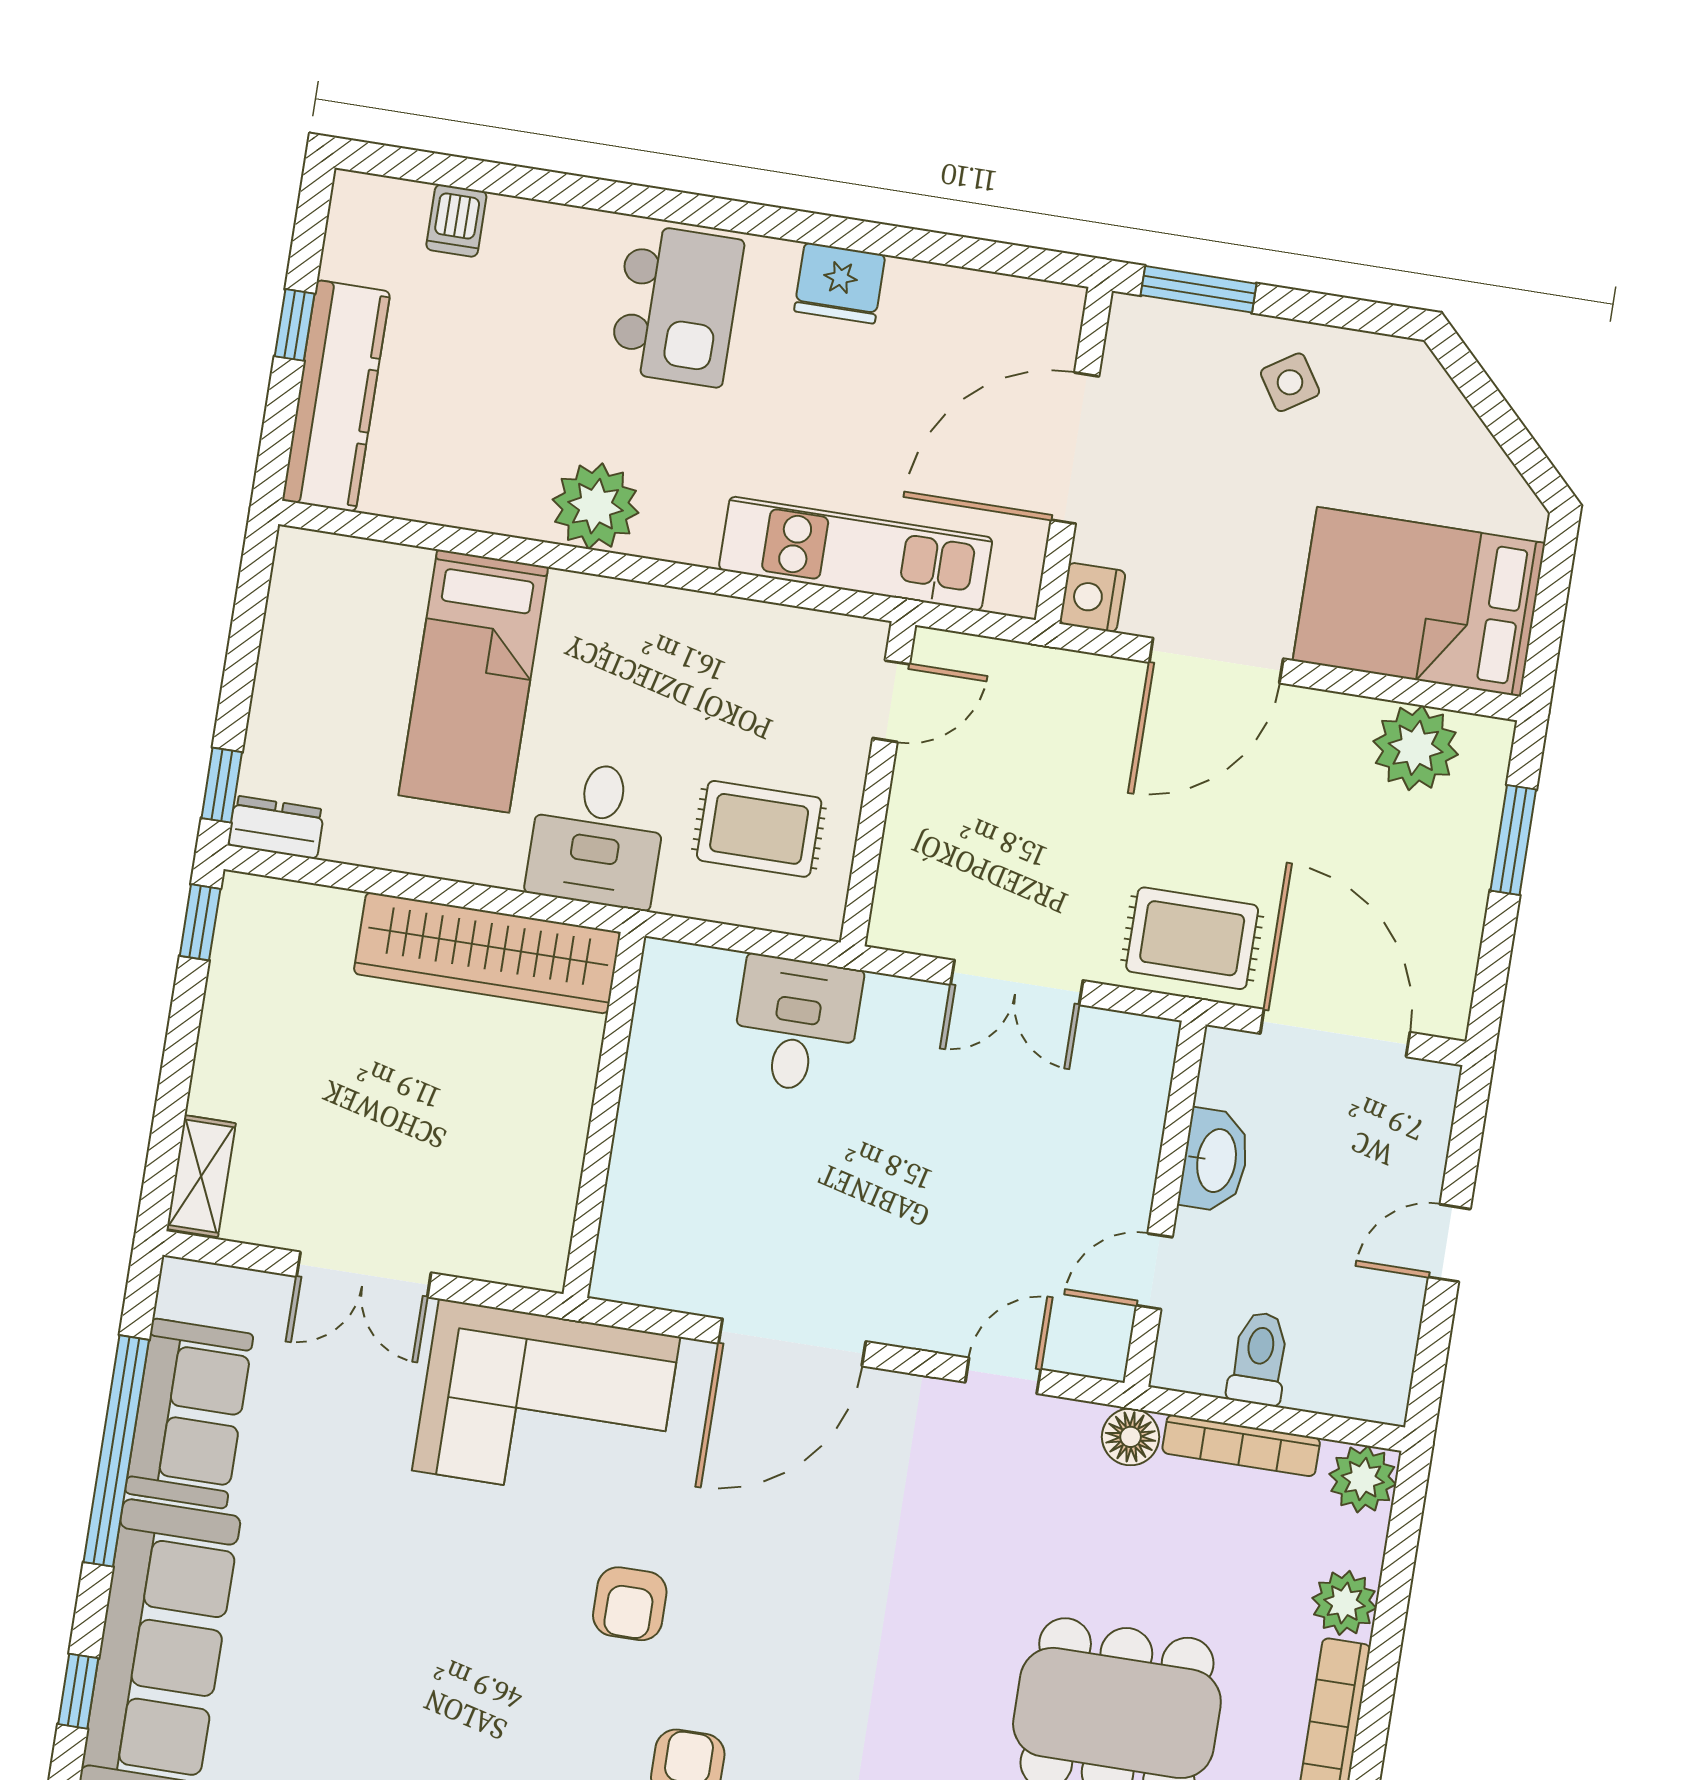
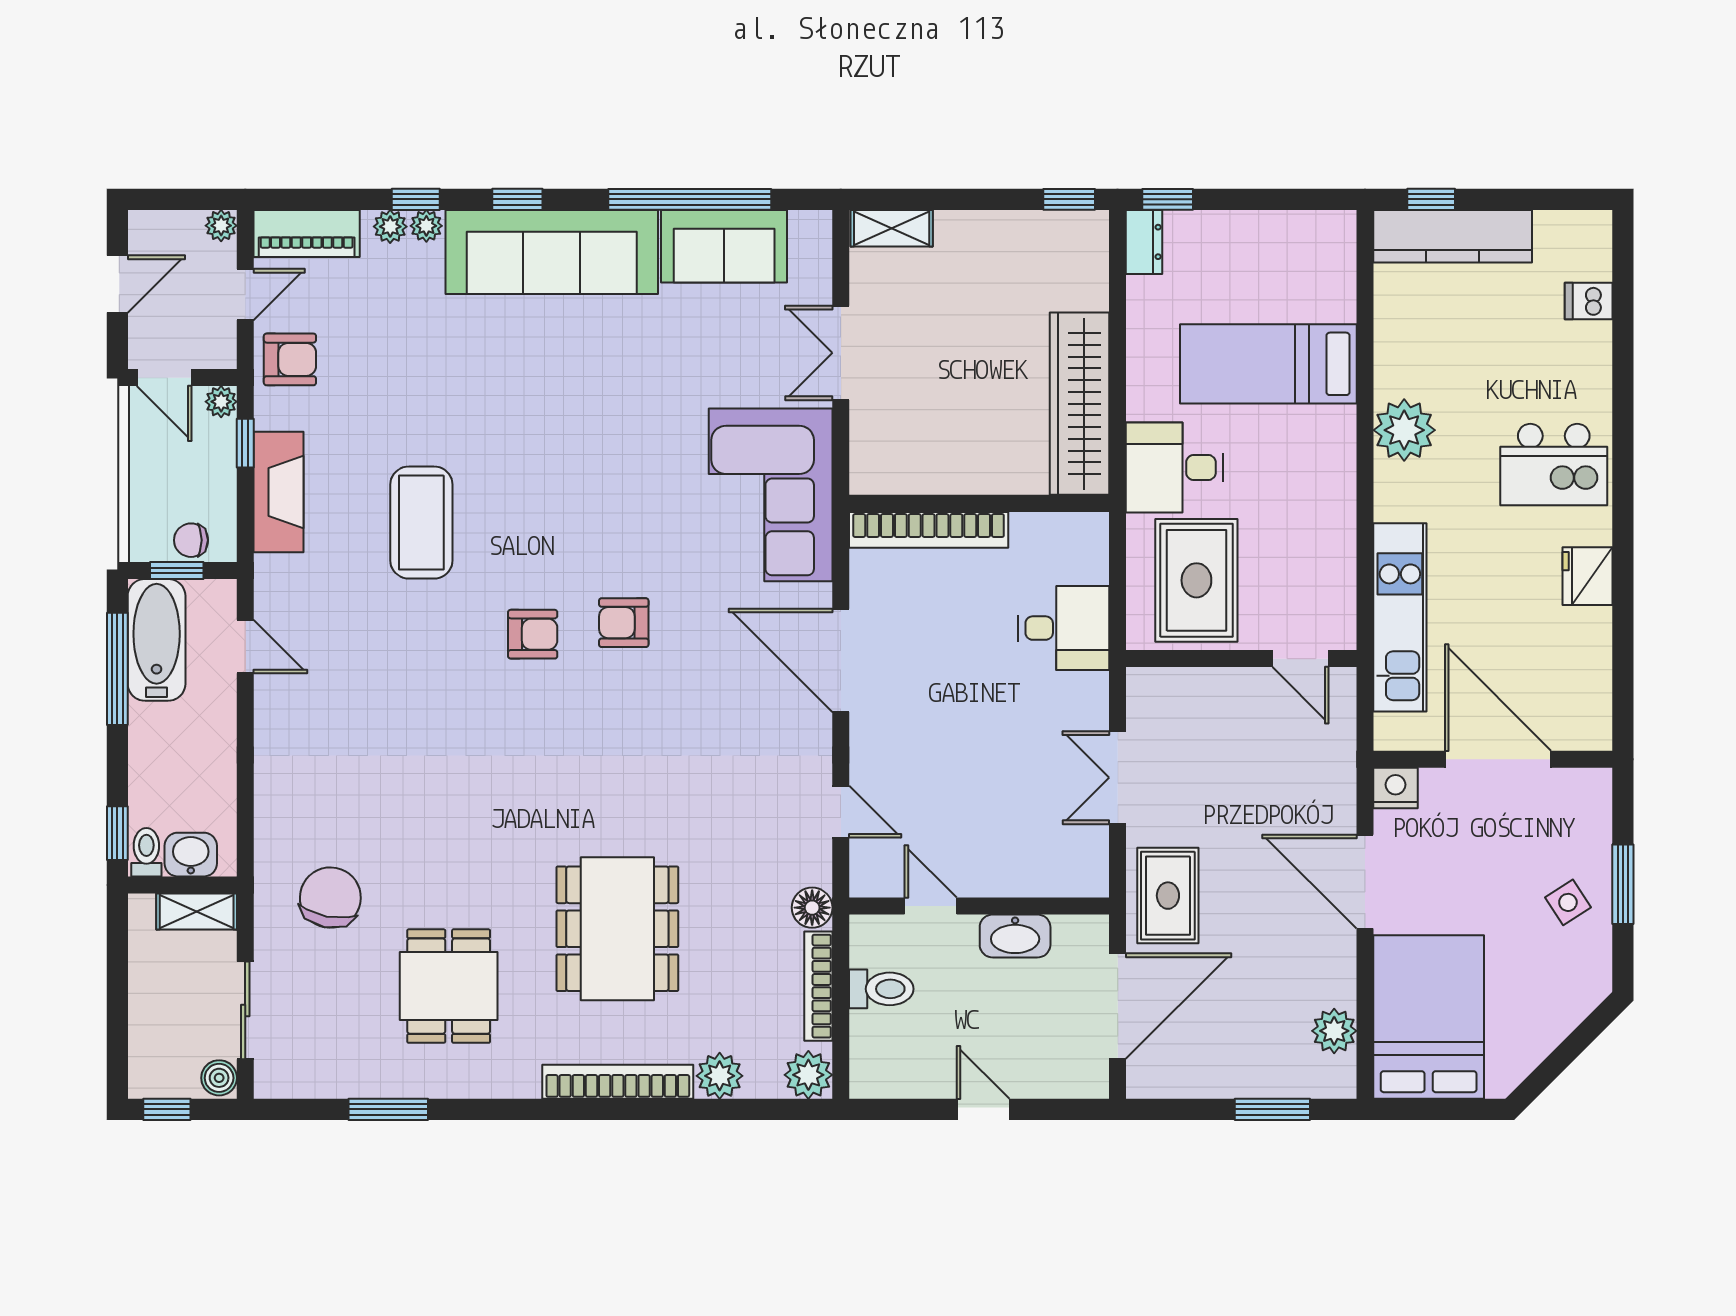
window: (1199, 289) -> (1623, 884), moved
window: (295, 325) -> (1431, 199), moved
plant: (1416, 748) -> (1334, 1031), width x0.73, depth x0.73
rug: (759, 829) -> (1196, 580), width x1.36, depth x1.43
bookcase: (630, 1191) -> (929, 530), added
armchair: (630, 1604) -> (624, 623), moved

